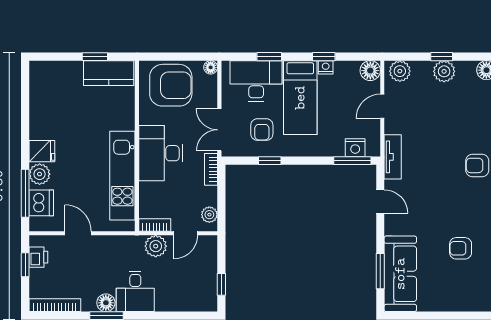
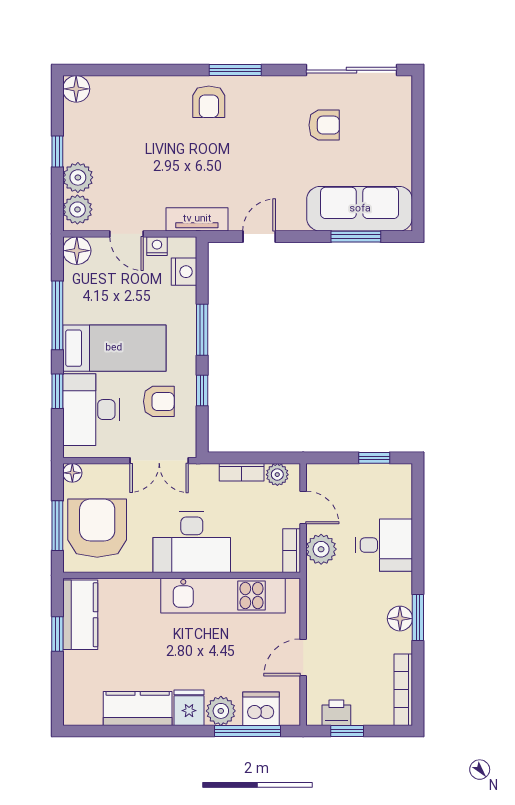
window: (173, 57) -> (57, 526), added
window: (324, 57) -> (57, 315), width x2.17
nightstand: (326, 67) -> (157, 246), moved, turned 90
plant: (444, 71) -> (78, 177), moved
kitchen counter: (41, 114) -> (138, 708), added
window: (352, 161) -> (202, 330), moved
bookcase: (211, 169) -> (242, 472), moved
armchair: (461, 248) -> (324, 125), turned -90
desk: (135, 291) -> (384, 545), moved

